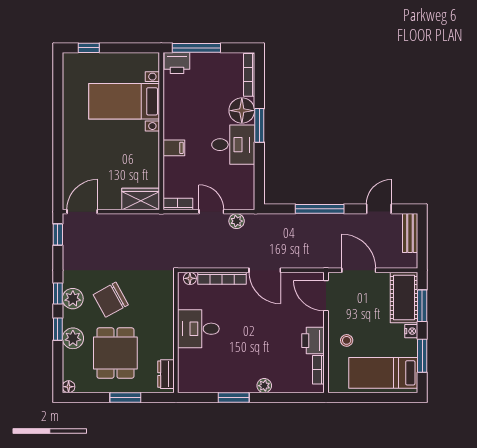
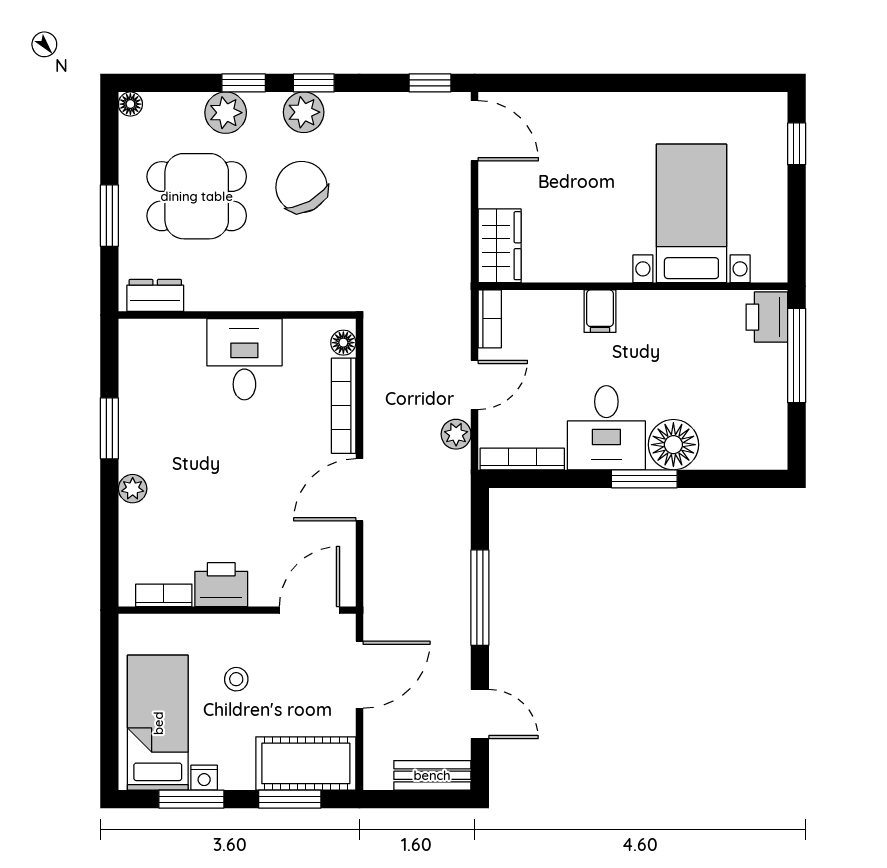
bookcase: (249, 75) -> (522, 459), moved
nightstand: (411, 331) -> (204, 778), moved
stool: (347, 340) -> (236, 679), moved

